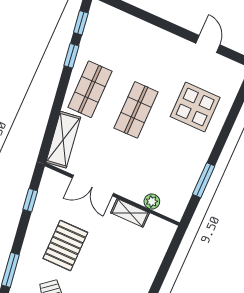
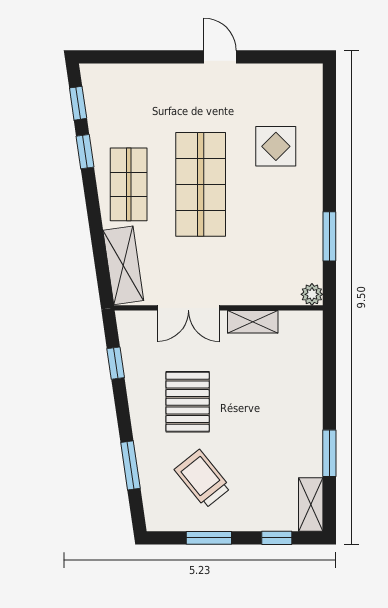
door: (208, 44) -> (220, 57), moved
display table: (195, 107) -> (276, 146), width x0.73, depth x0.73
shop shelf: (136, 110) -> (201, 184), width x1.43, depth x1.36
plant: (152, 202) -> (312, 294), moved

